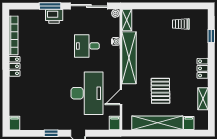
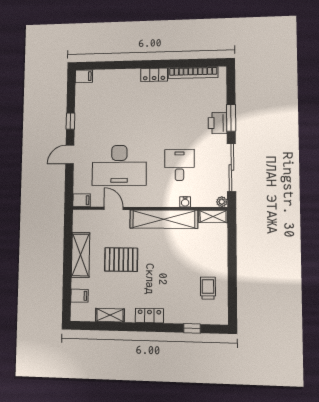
shelving: (157, 123) -> (81, 255), width x0.68

